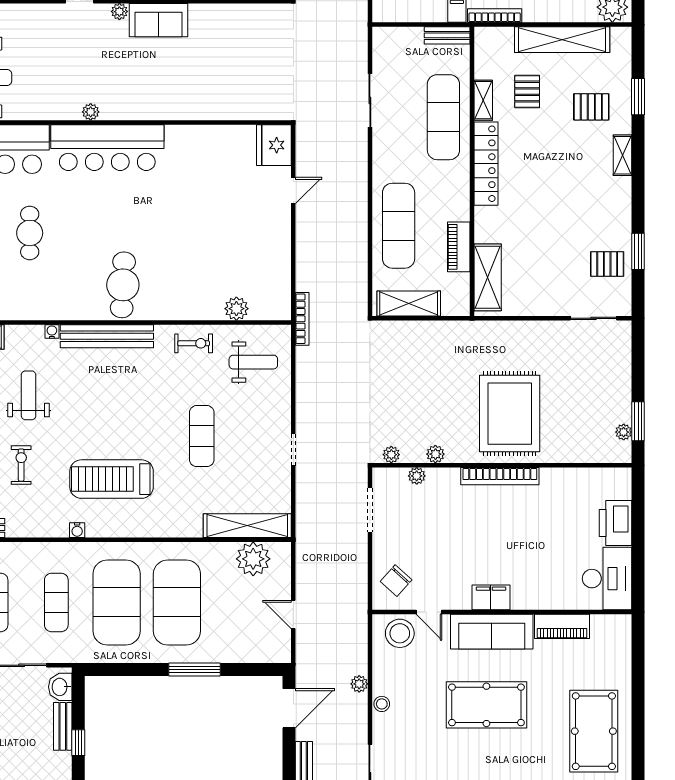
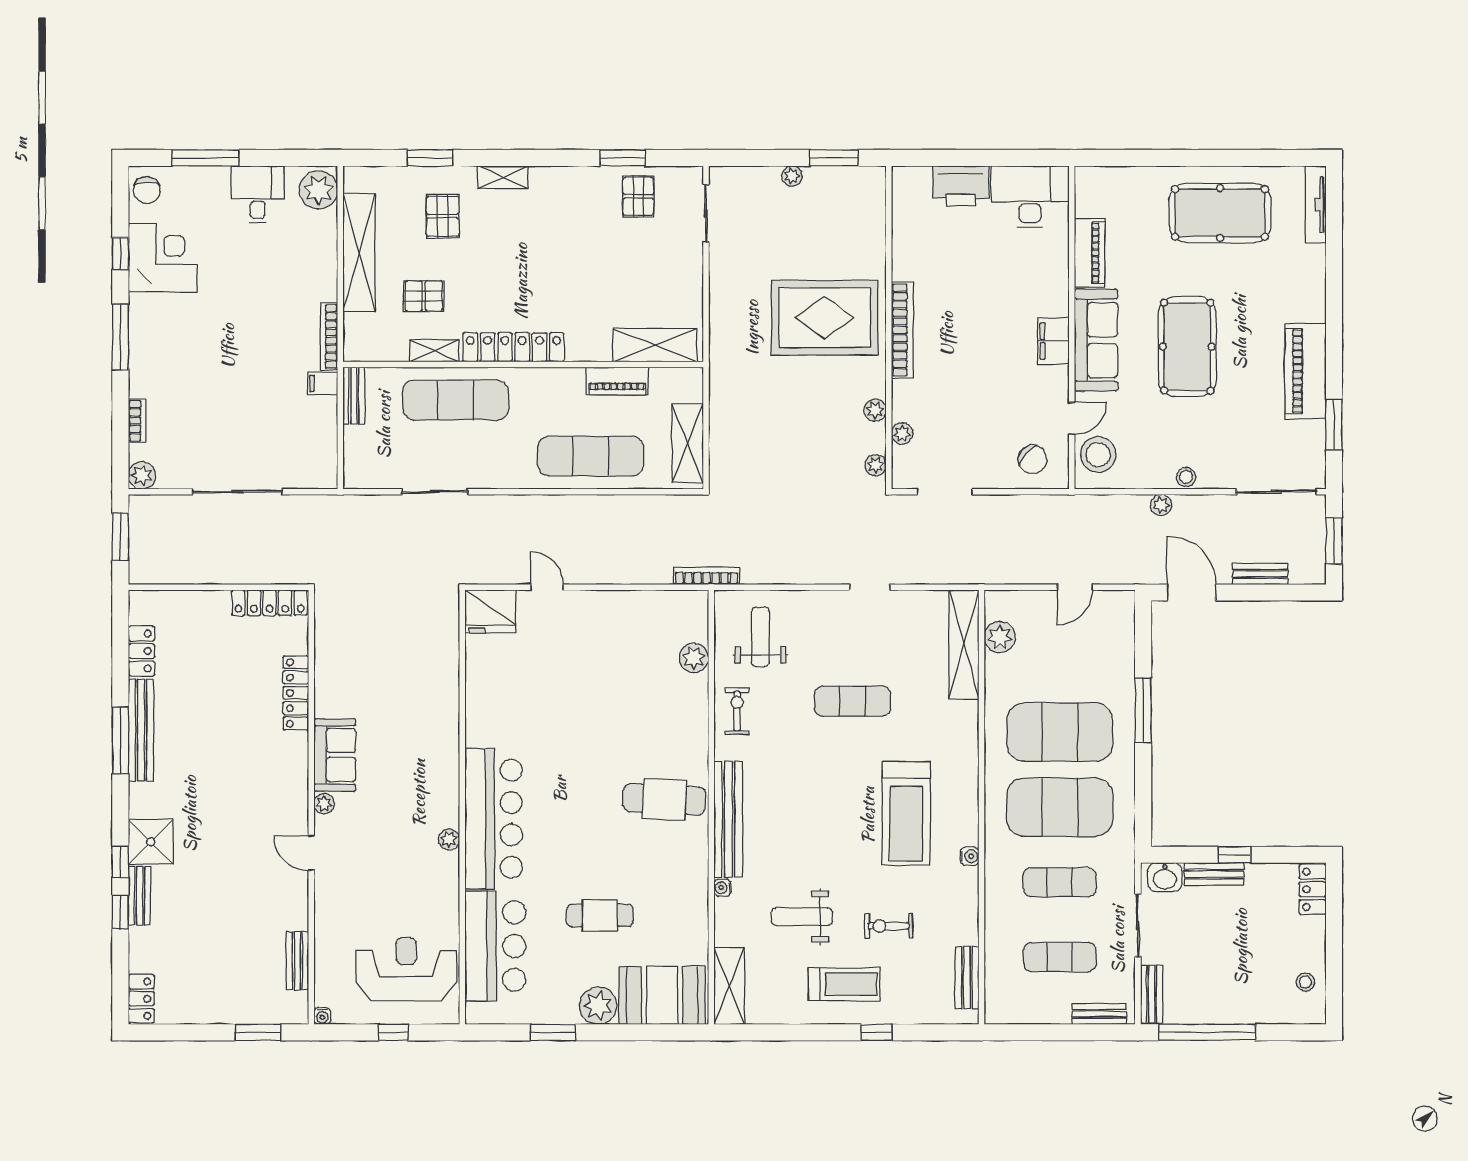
plant: (624, 432) -> (792, 176), moved
plant: (253, 559) -> (1000, 637), width x0.73, depth x0.73

